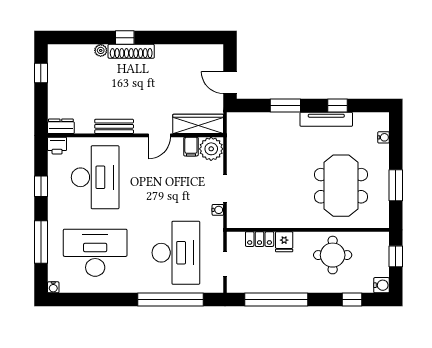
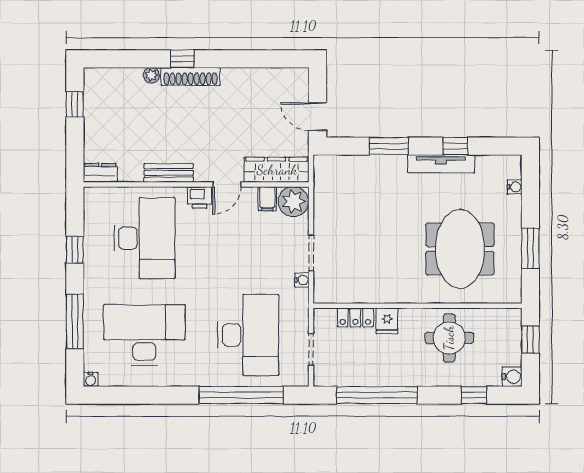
printer: (57, 146) -> (200, 198), moved

